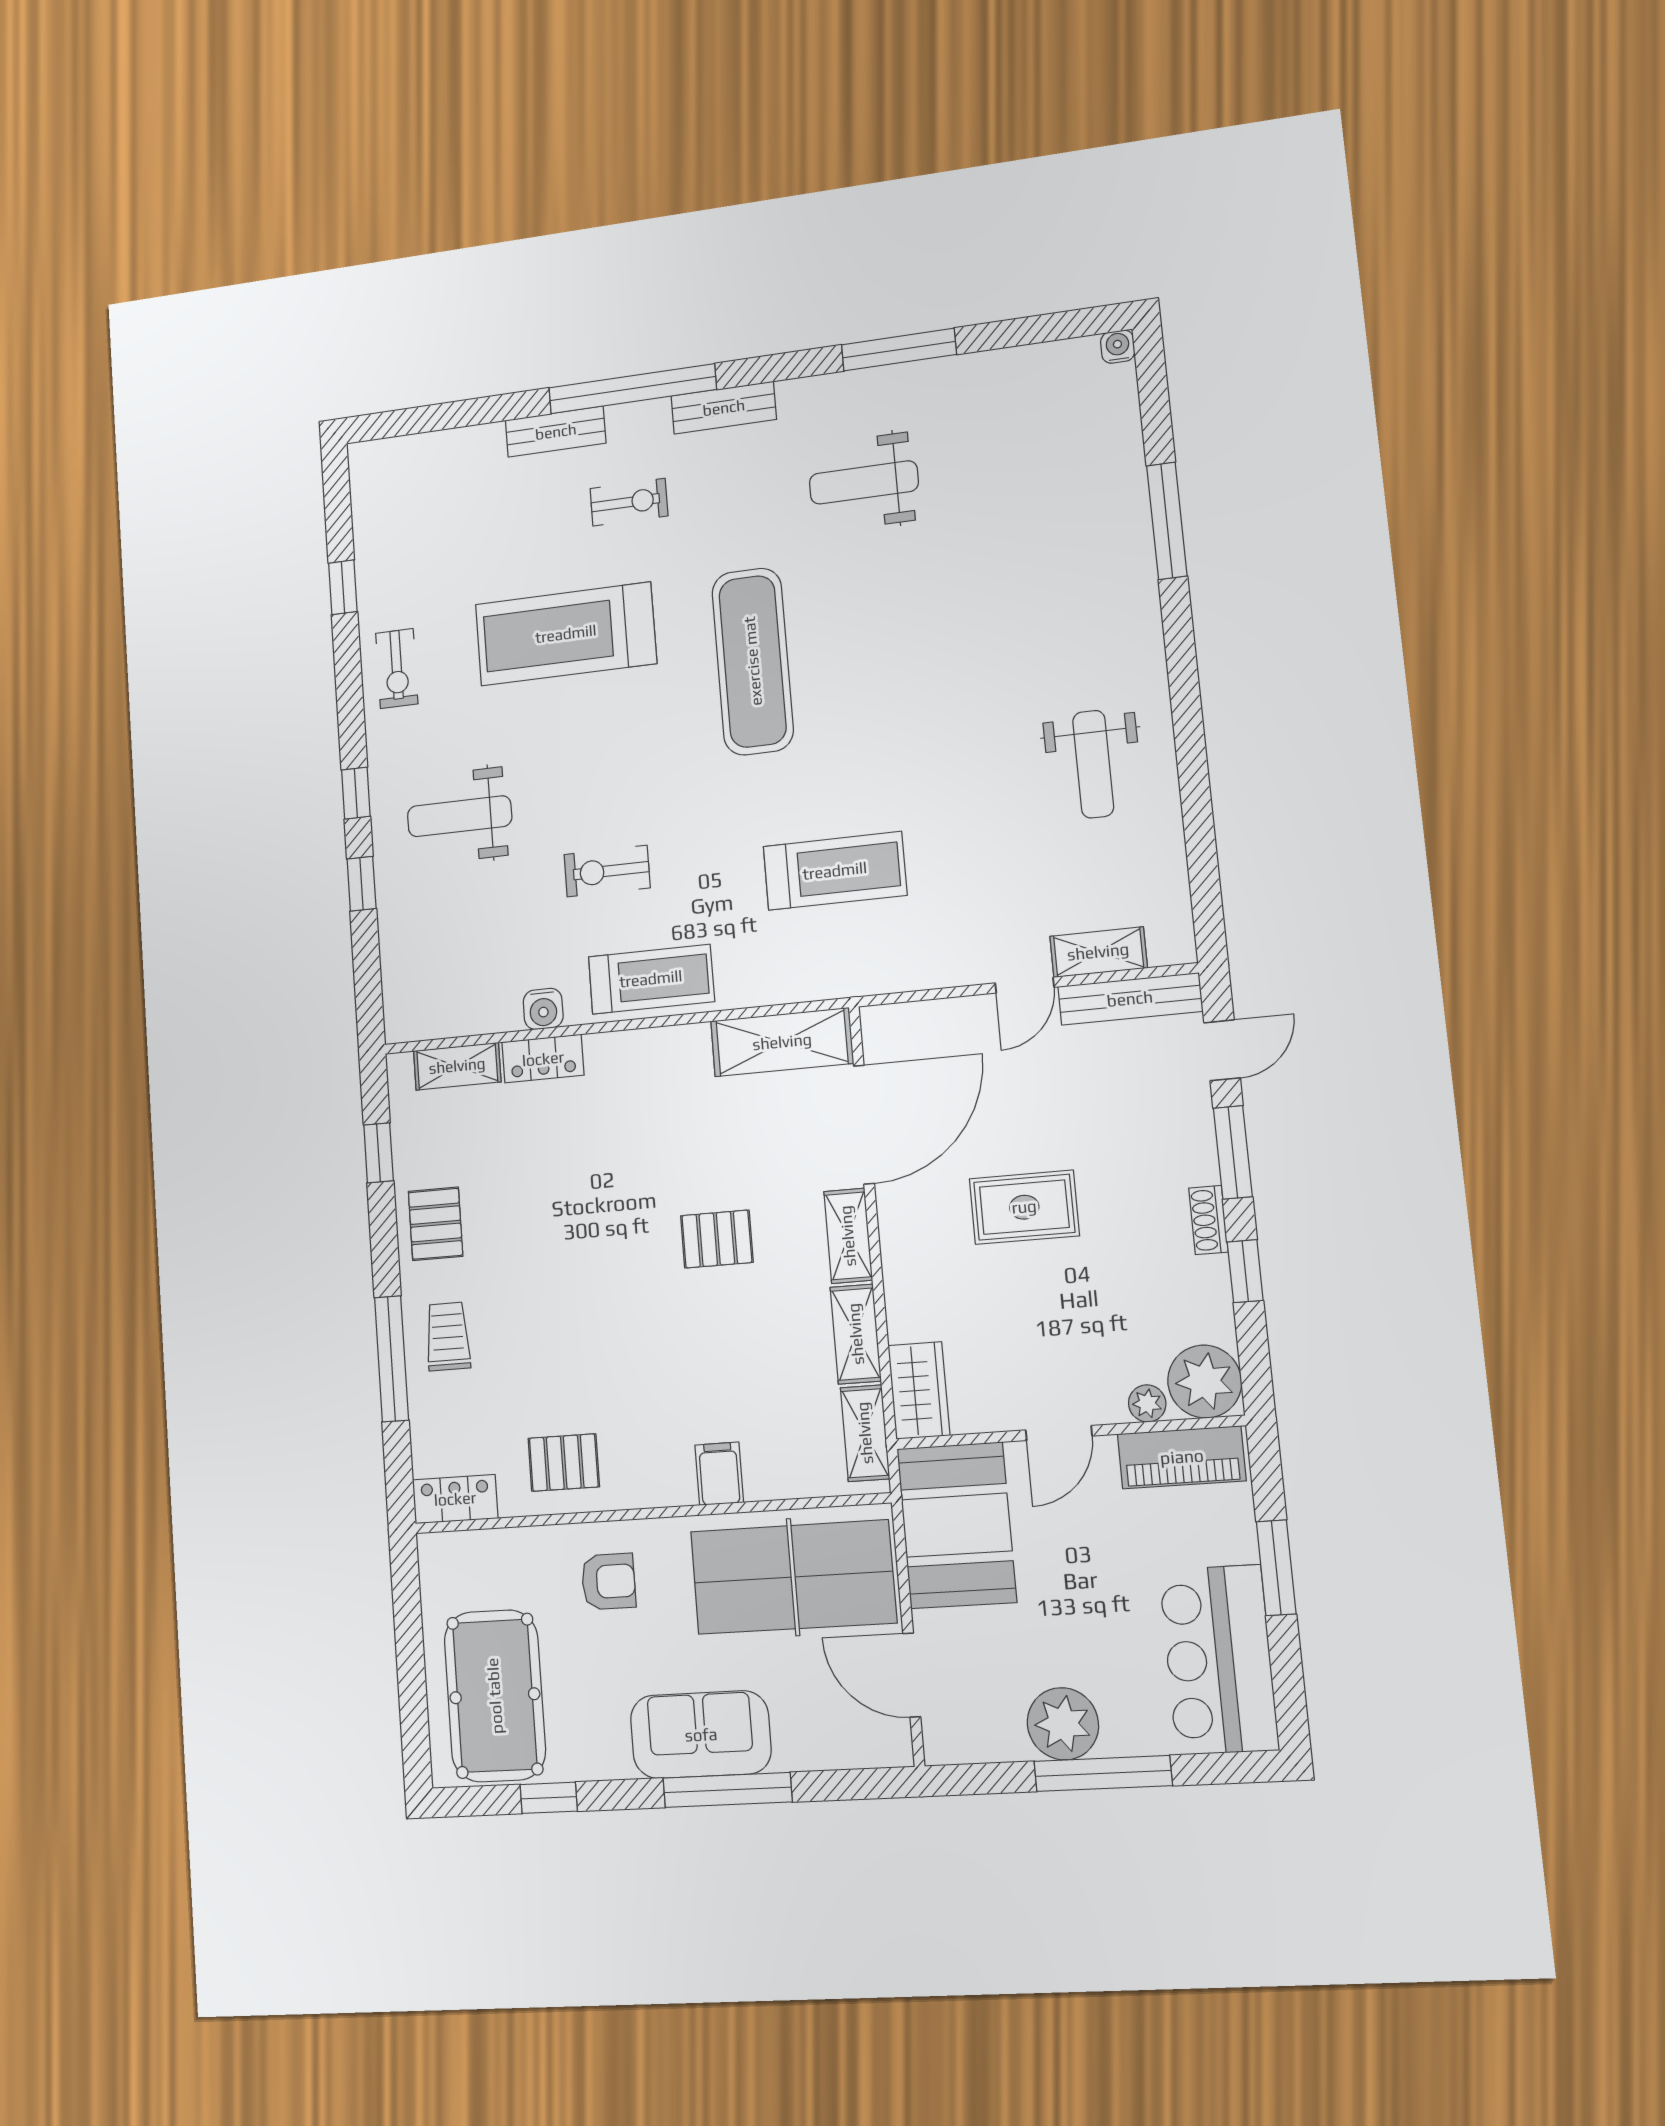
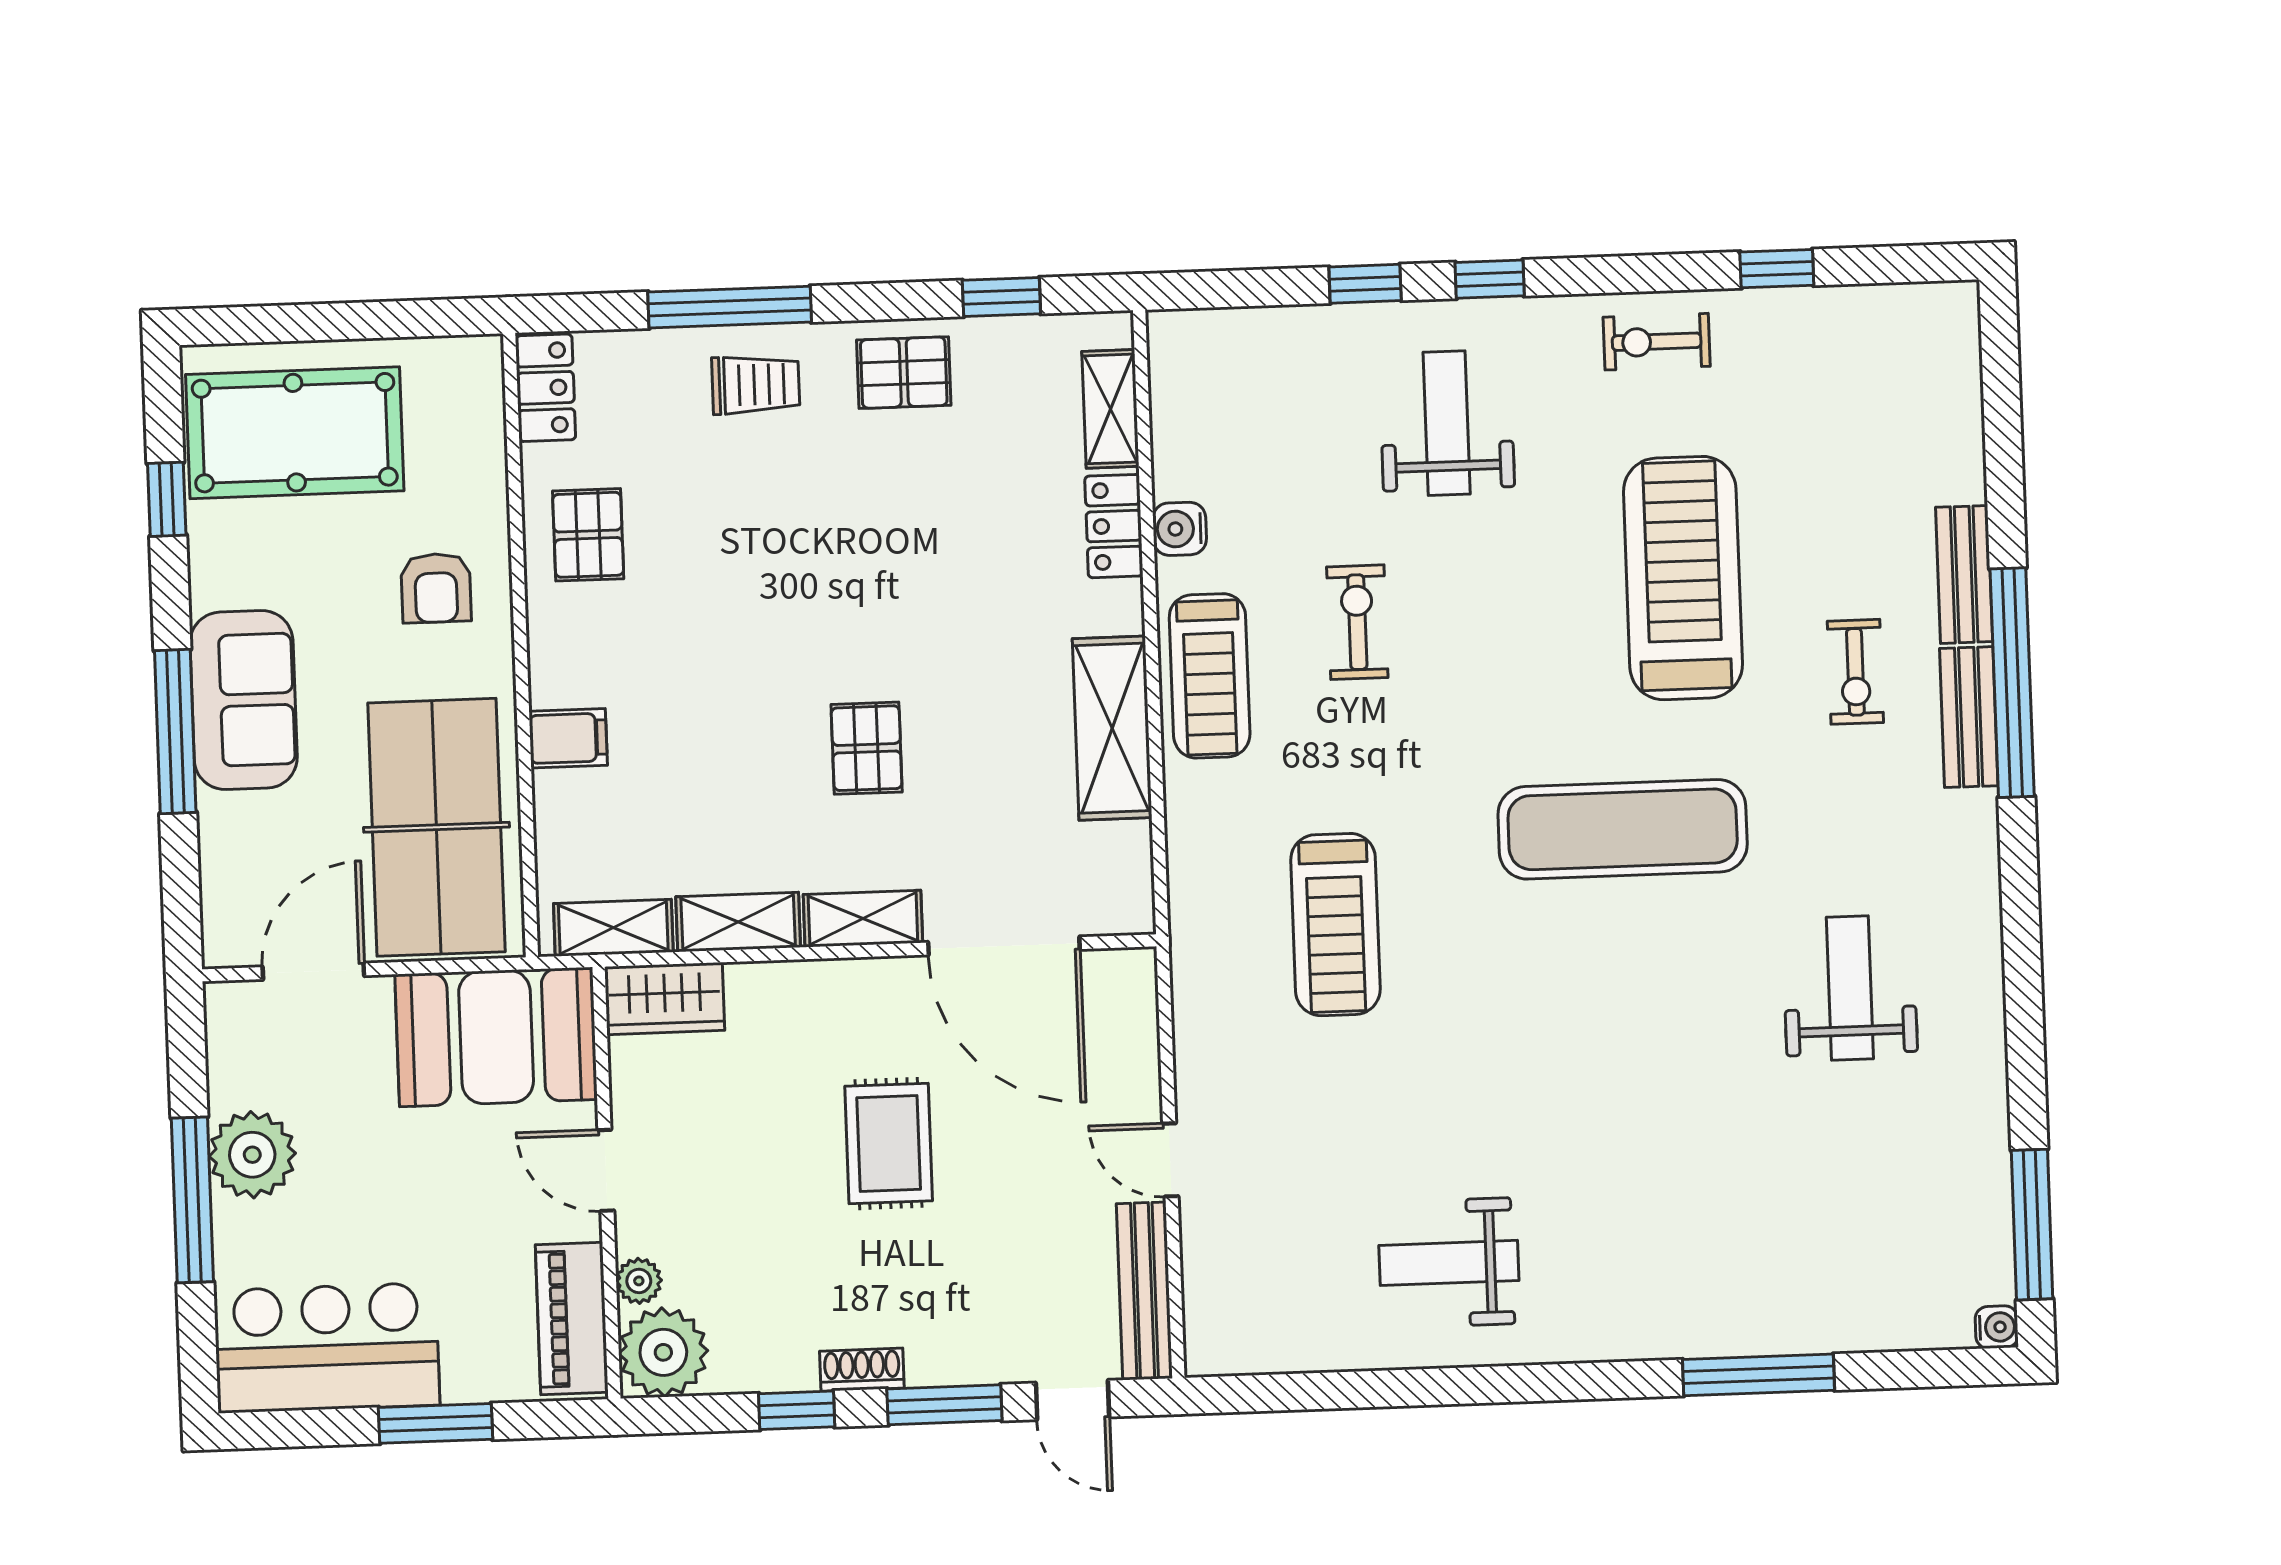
window: (899, 350) -> (2032, 1225), moved
bench: (724, 408) -> (1969, 717), moved
shelving: (1098, 952) -> (1206, 1255), removed
shelving: (782, 1042) -> (1112, 728), moved

